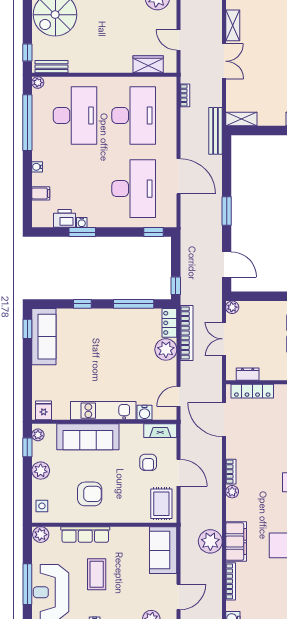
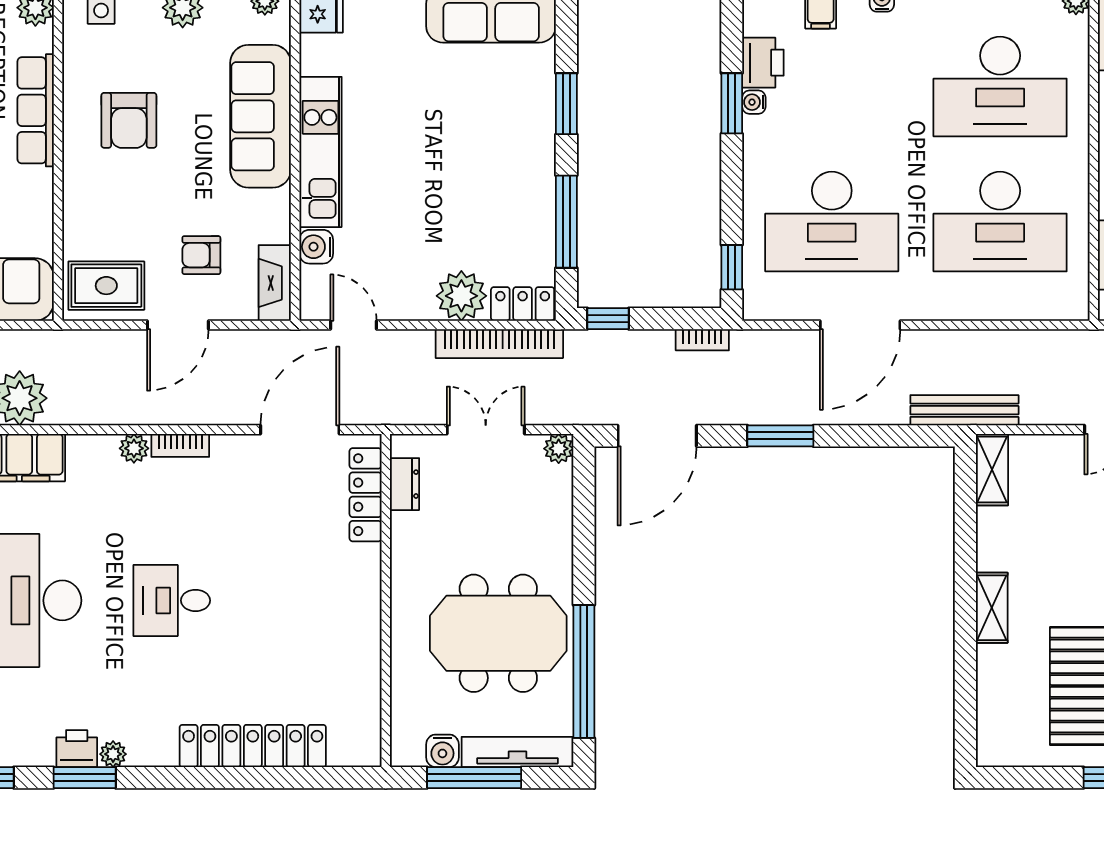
bookcase: (185, 95) -> (702, 340), moved
door: (227, 264) -> (657, 436), width x1.36
window: (82, 304) -> (566, 104), width x1.50

